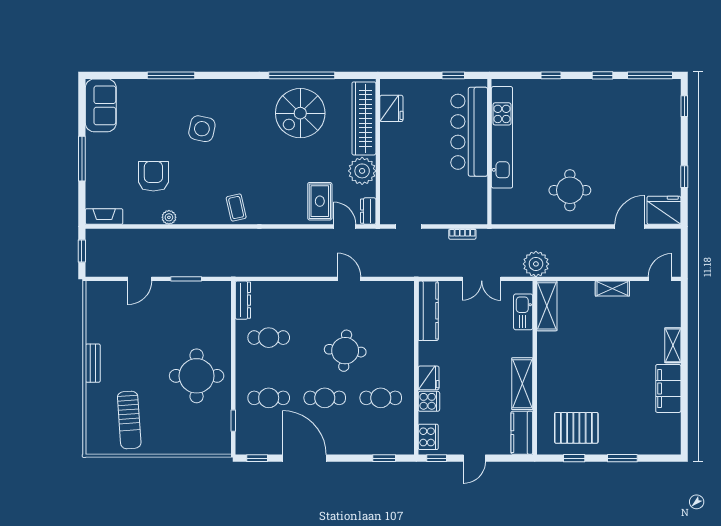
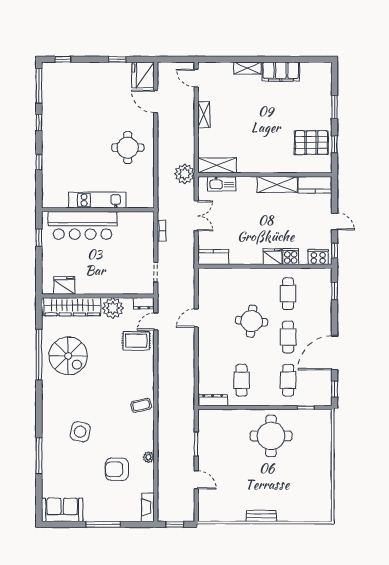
kitchen unit: (502, 137) -> (97, 200), width x0.73
kitchen counter: (428, 311) -> (213, 257), width x0.67
sun lounger: (129, 420) -> (305, 488), removed
pallet: (576, 428) -> (311, 143), turned 90

